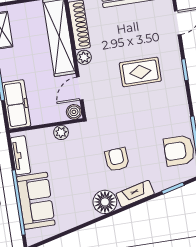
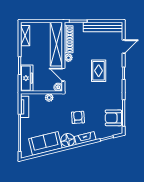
rug: (140, 72) -> (99, 71), turned 90
door: (80, 88) -> (63, 75), hinge flipped
sofa: (36, 201) -> (45, 143), moved, turned -104

